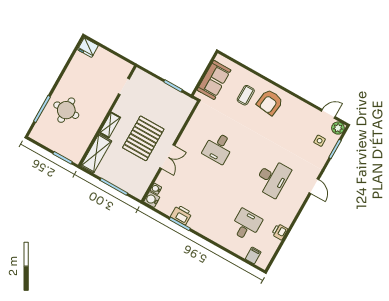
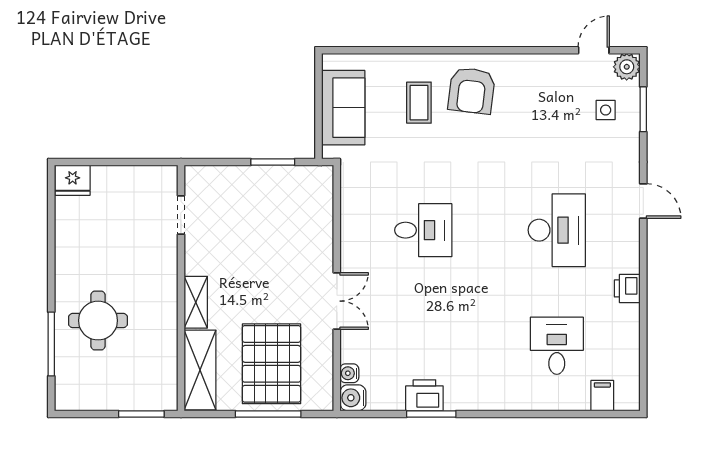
pallet: (143, 138) -> (272, 364), moved
desk: (218, 148) -> (423, 230), turned -90
printer: (280, 232) -> (627, 288), moved

